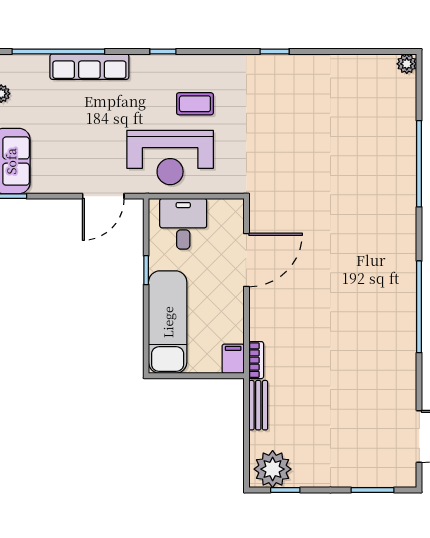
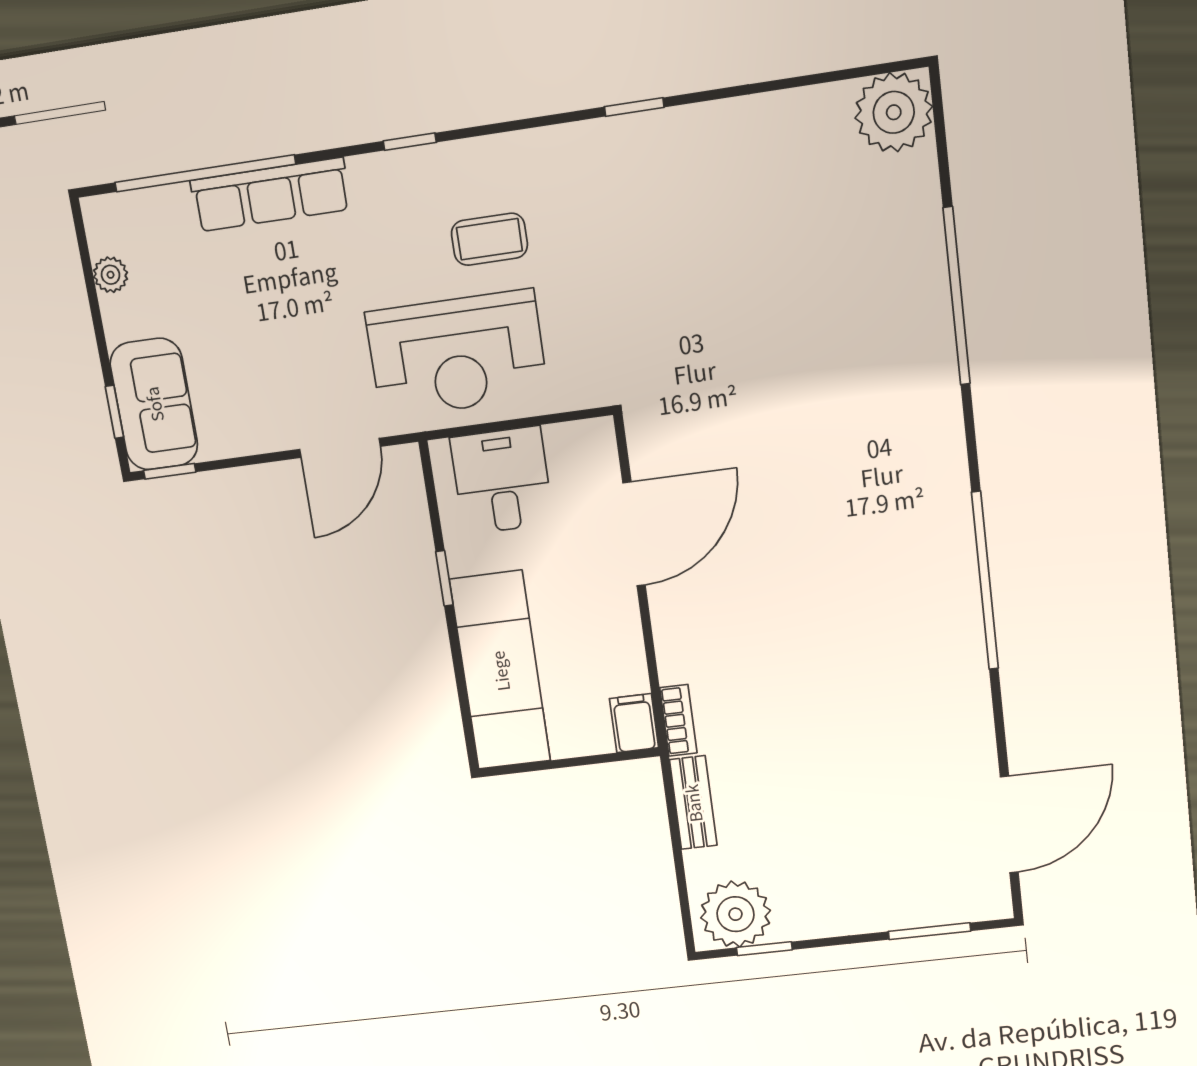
plant: (407, 64) -> (894, 112), width x1.88, depth x1.88

